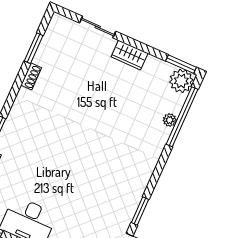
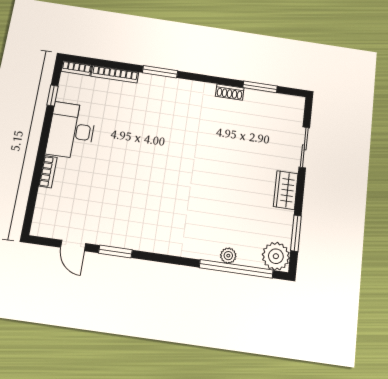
window: (181, 64) -> (296, 233), moved

